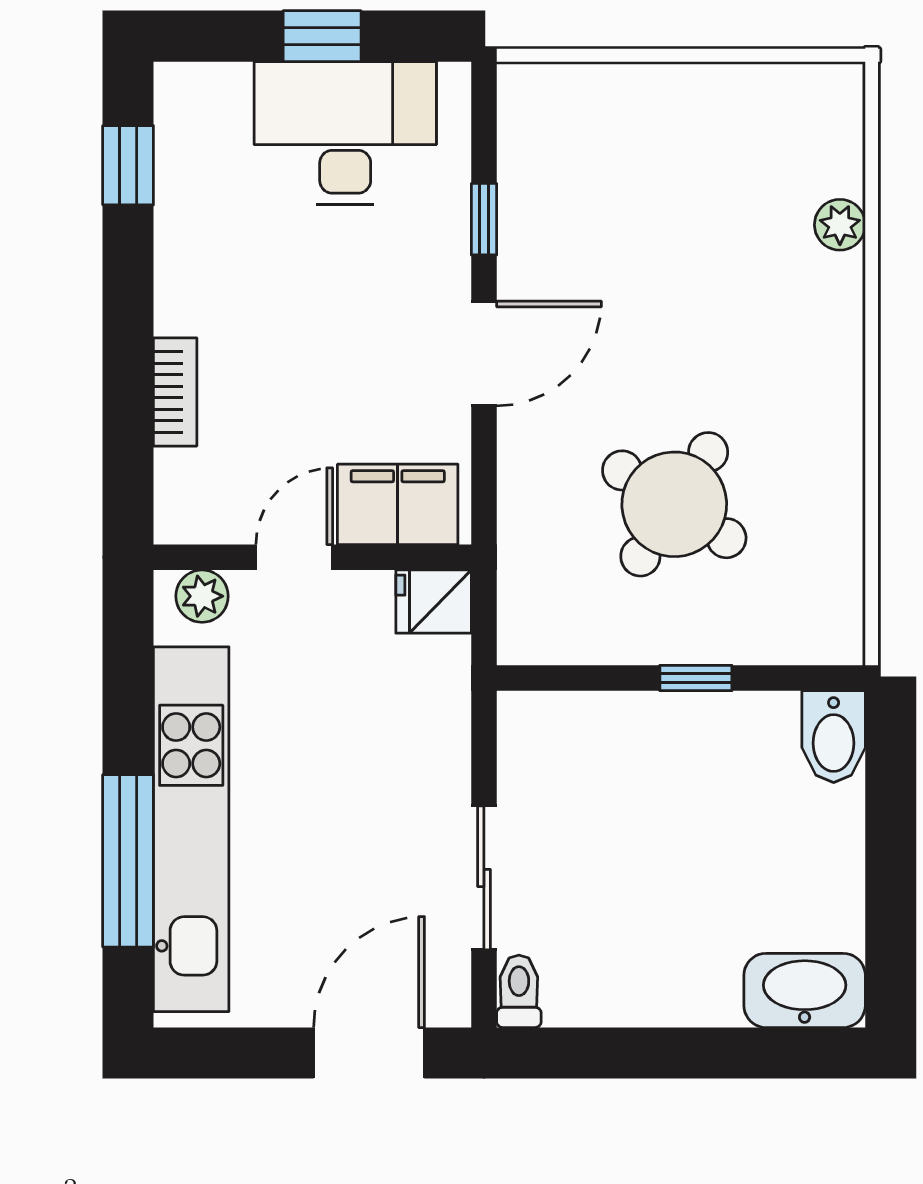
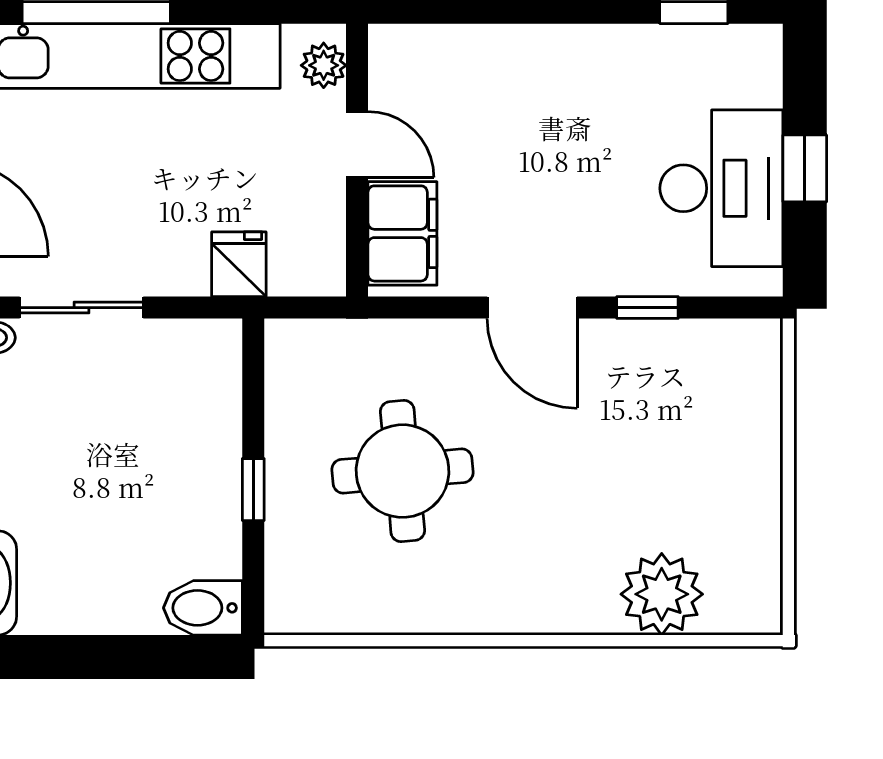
plant: (840, 225) -> (662, 594), width x1.87, depth x1.87
bookcase: (175, 392) -> (499, 42), removed
round table: (674, 504) -> (403, 471), turned -38
fridge: (434, 602) -> (239, 264), moved

